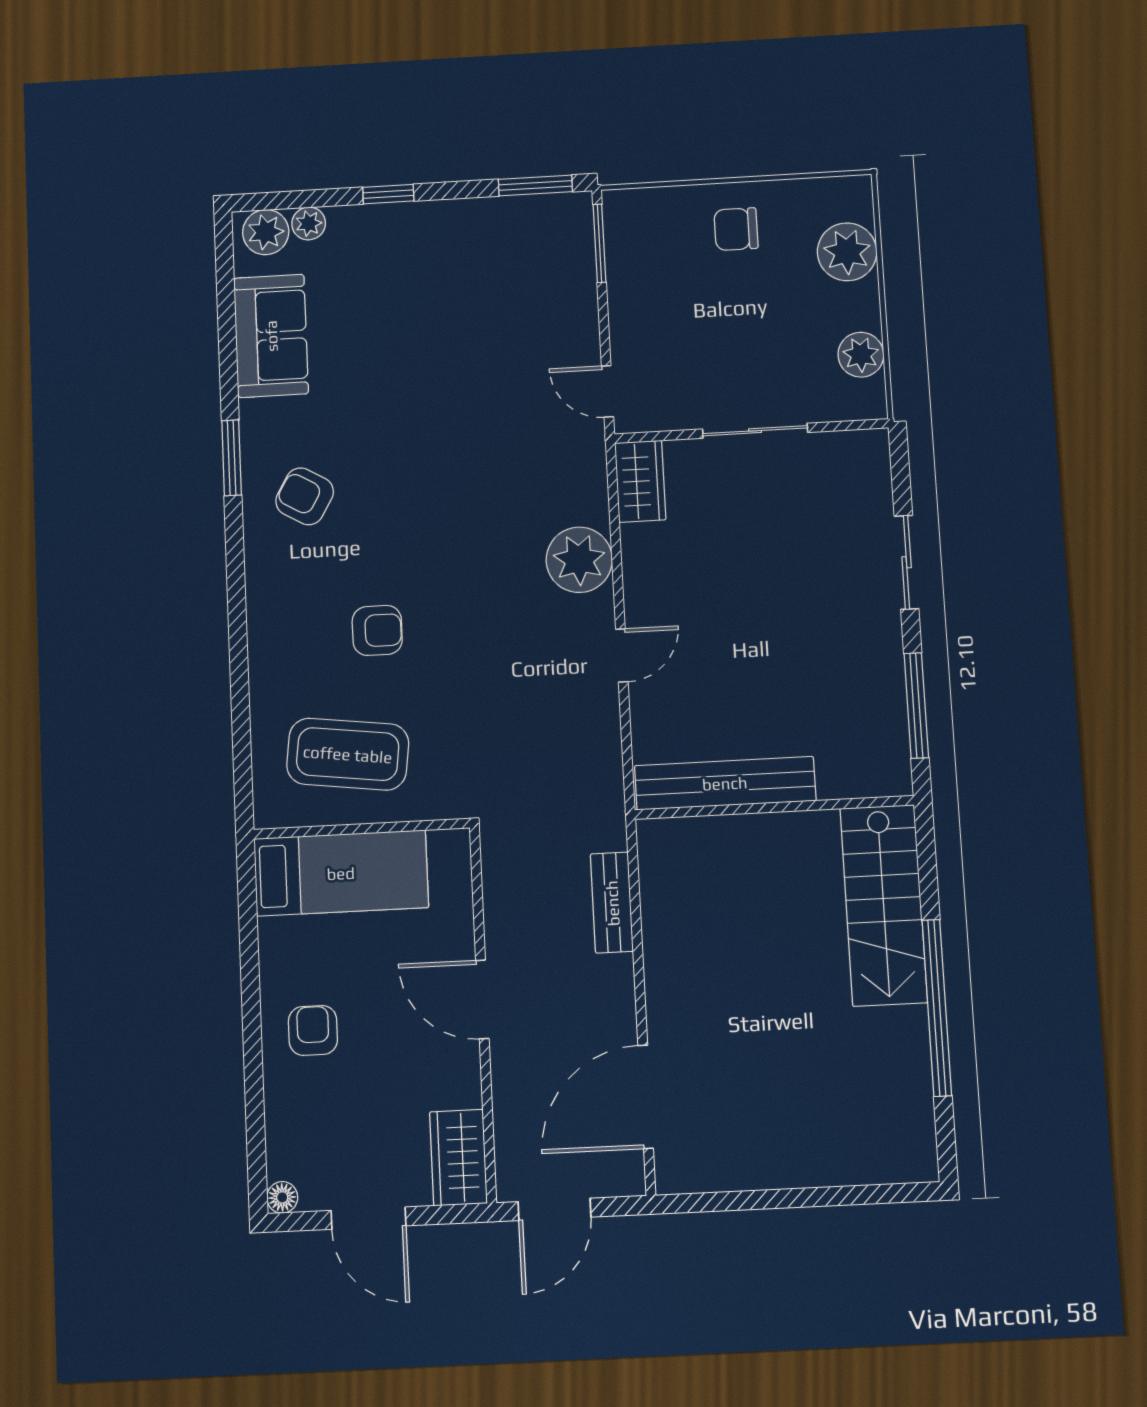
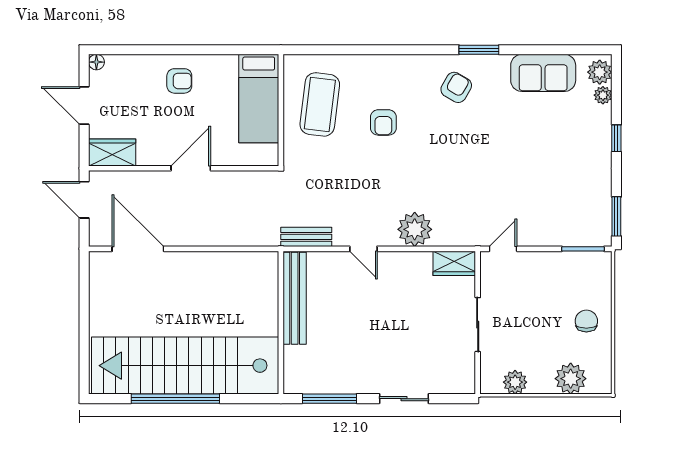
bench: (612, 903) -> (306, 237), moved
stairs: (884, 905) -> (185, 366), width x1.86, depth x1.51
door: (369, 1218) -> (84, 106), hinge flipped

